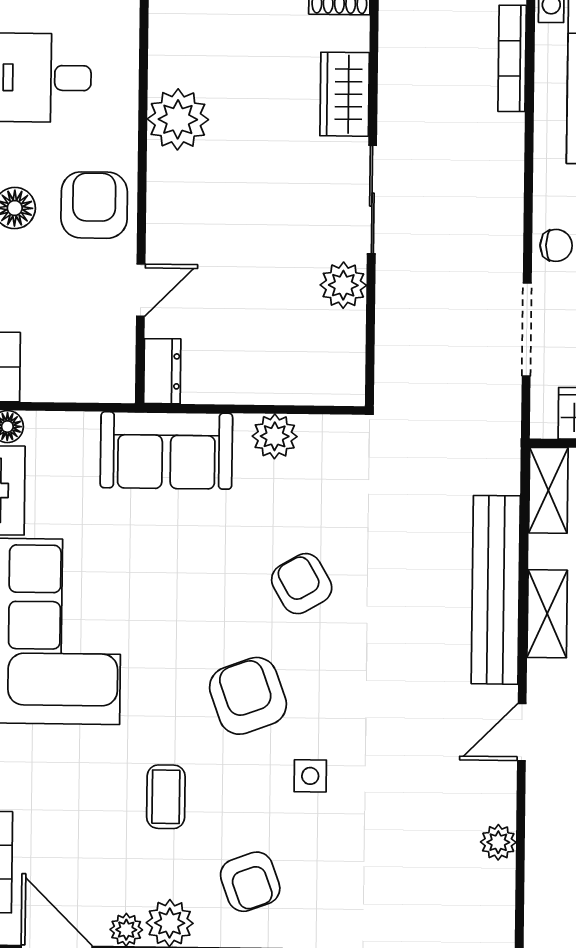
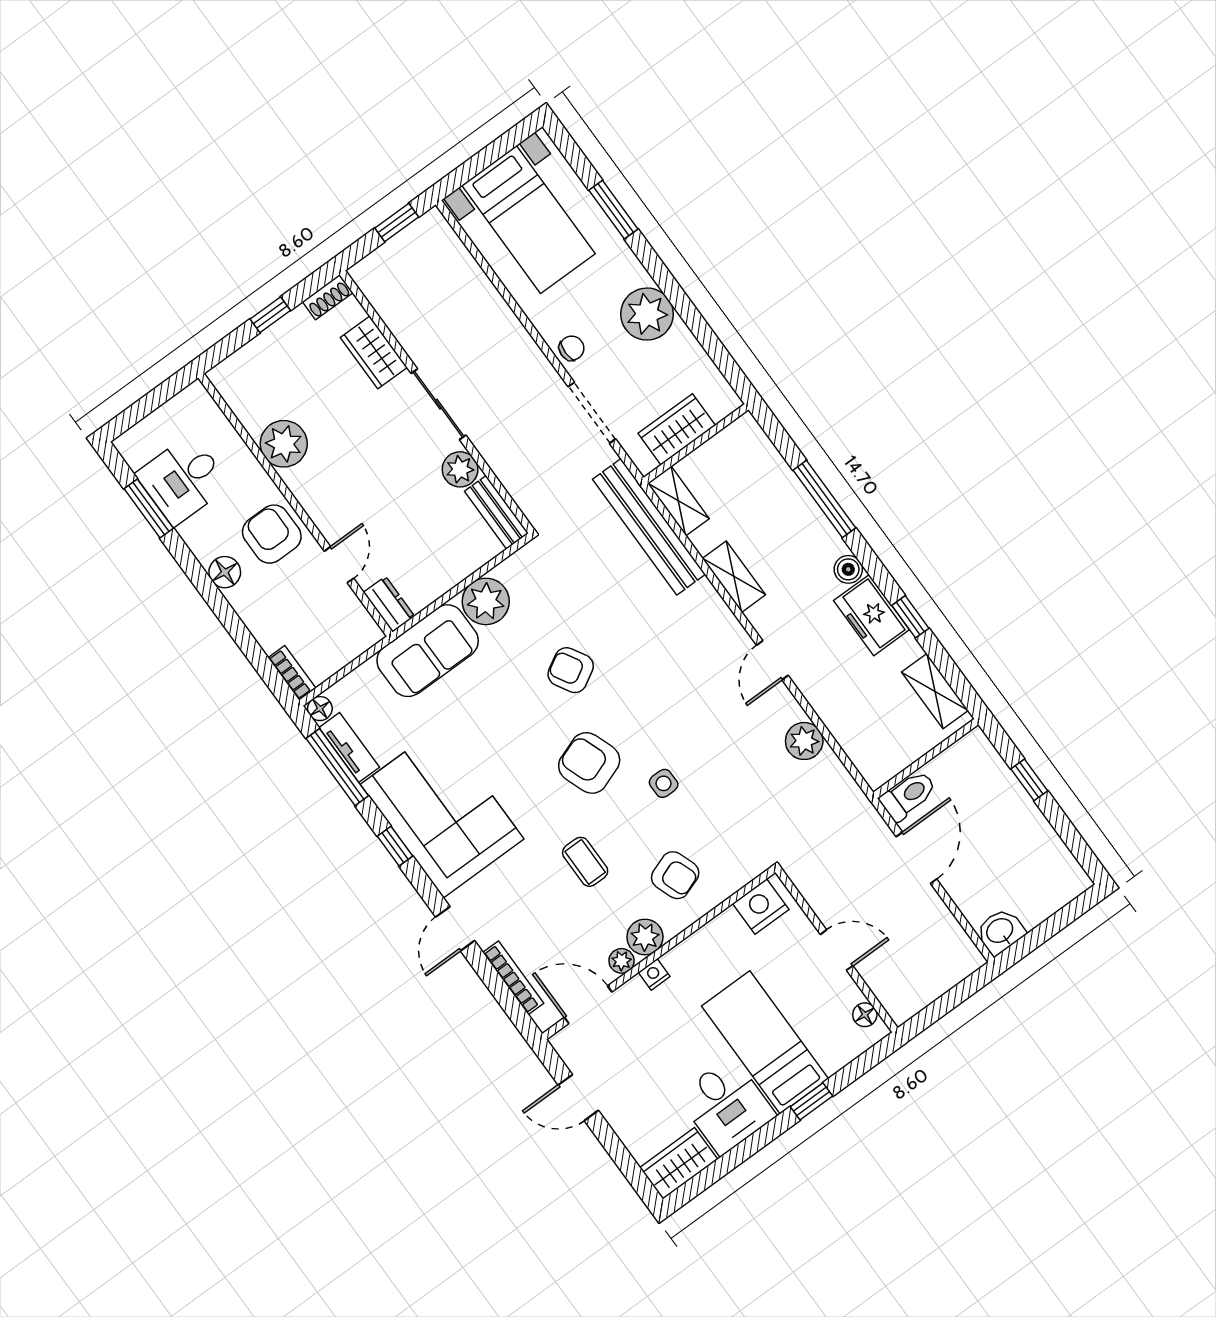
bookcase: (512, 58) -> (460, 254), removed
bench: (348, 359) -> (496, 512), added
plant: (275, 436) -> (486, 601), width x1.36, depth x1.36
bench: (496, 590) -> (649, 527), moved
plant: (498, 842) -> (804, 741), width x1.38, depth x1.38

